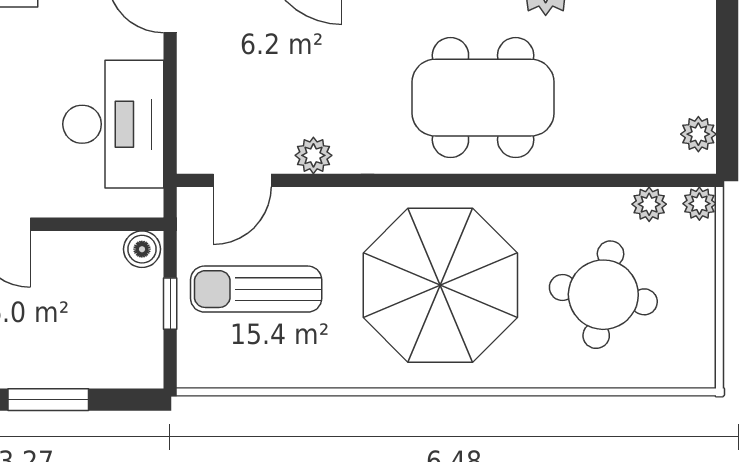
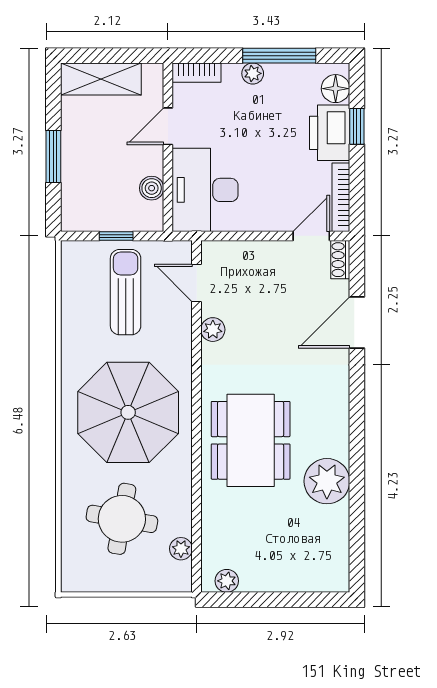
desk: (113, 124) -> (205, 190), moved, turned 90
plant: (699, 204) -> (181, 582), removed
boiler: (142, 249) -> (152, 188), moved

